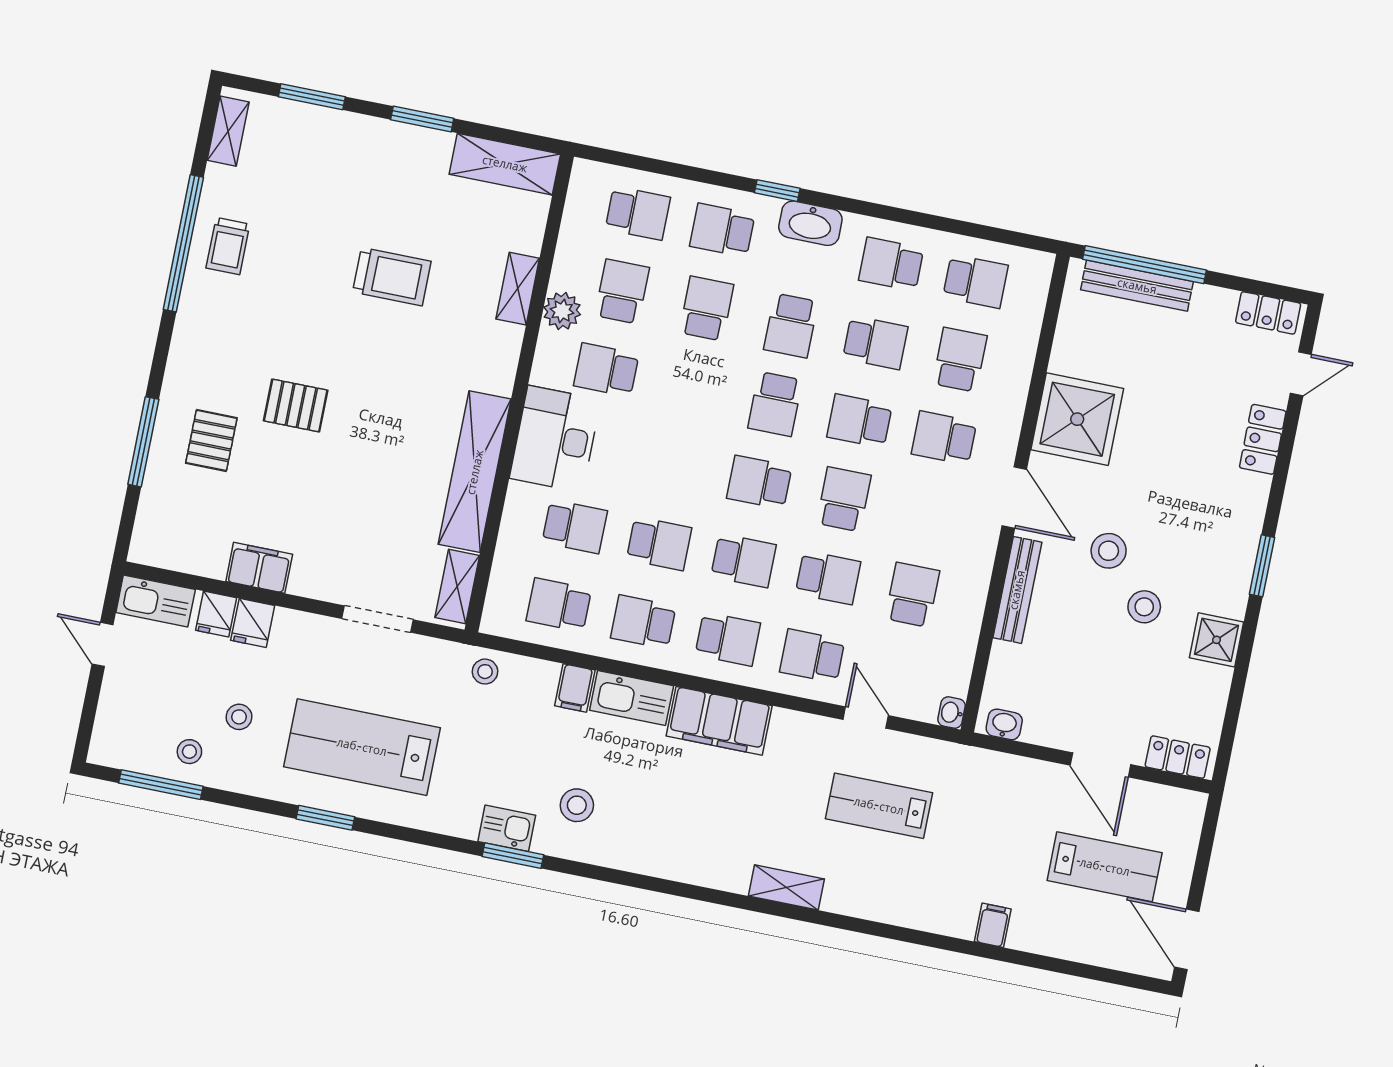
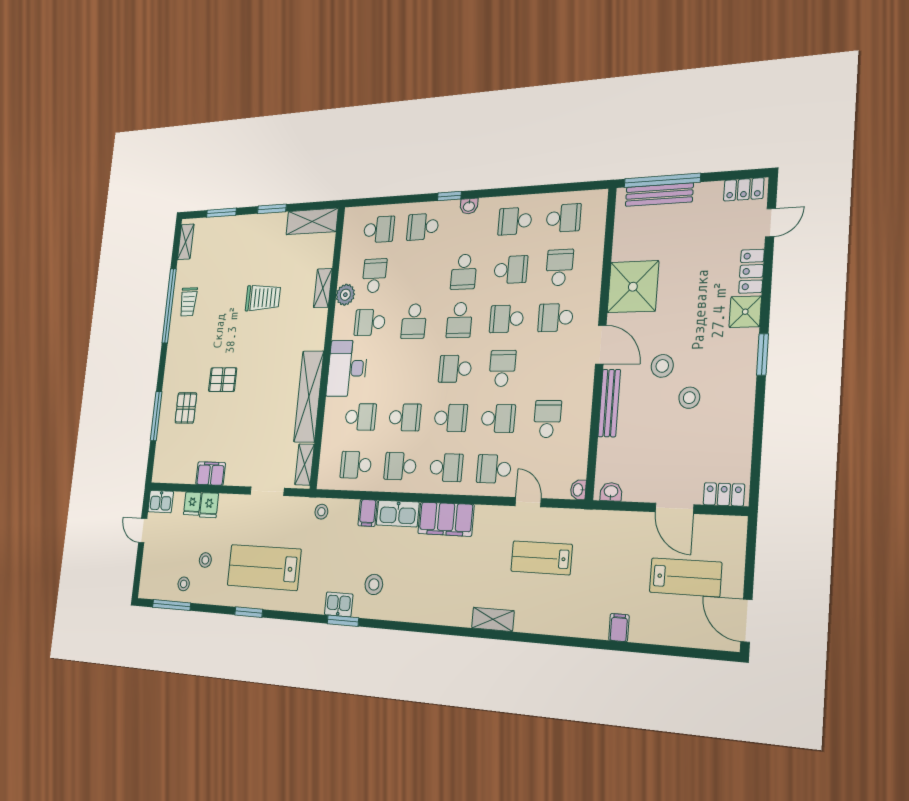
washbasin: (810, 223) -> (469, 206), width x0.52, depth x0.69
school desk: (706, 309) -> (414, 321), moved, turned 180
kitchen sink: (156, 601) -> (161, 502), width x0.73
shower: (1217, 640) -> (745, 312), moved

